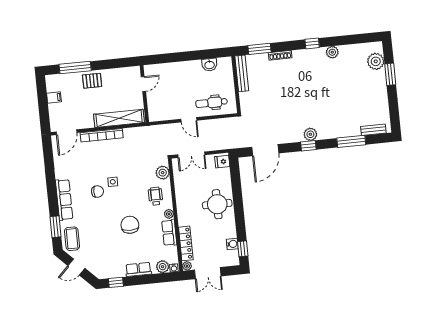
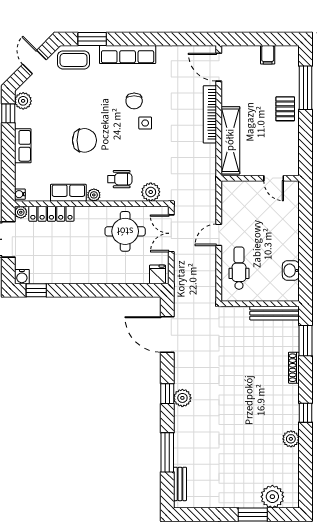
round table: (217, 204) -> (125, 231), moved
water cooler: (232, 244) -> (22, 277), moved
plant: (163, 267) -> (23, 101), moved

